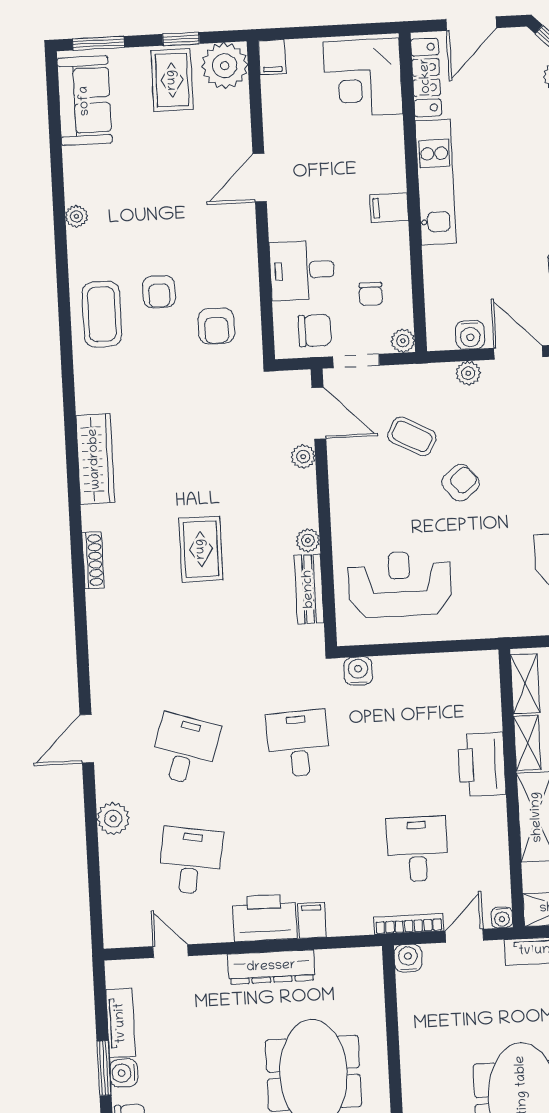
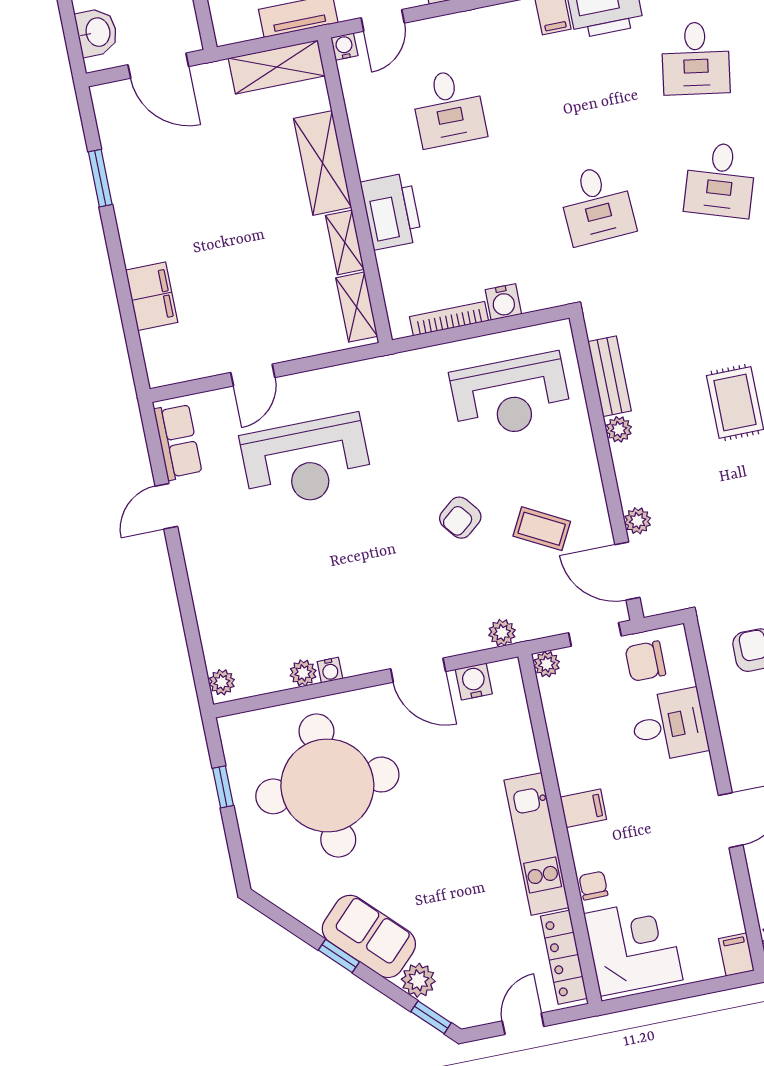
door: (471, 24) -> (523, 1024), width x0.73
chair: (371, 294) -> (593, 886), moved
plant: (468, 373) -> (502, 633), moved
coffee table: (412, 436) -> (542, 529), moved
water cooler: (358, 671) -> (503, 302), moved
bookcase: (409, 924) -> (449, 319), moved, turned 180

